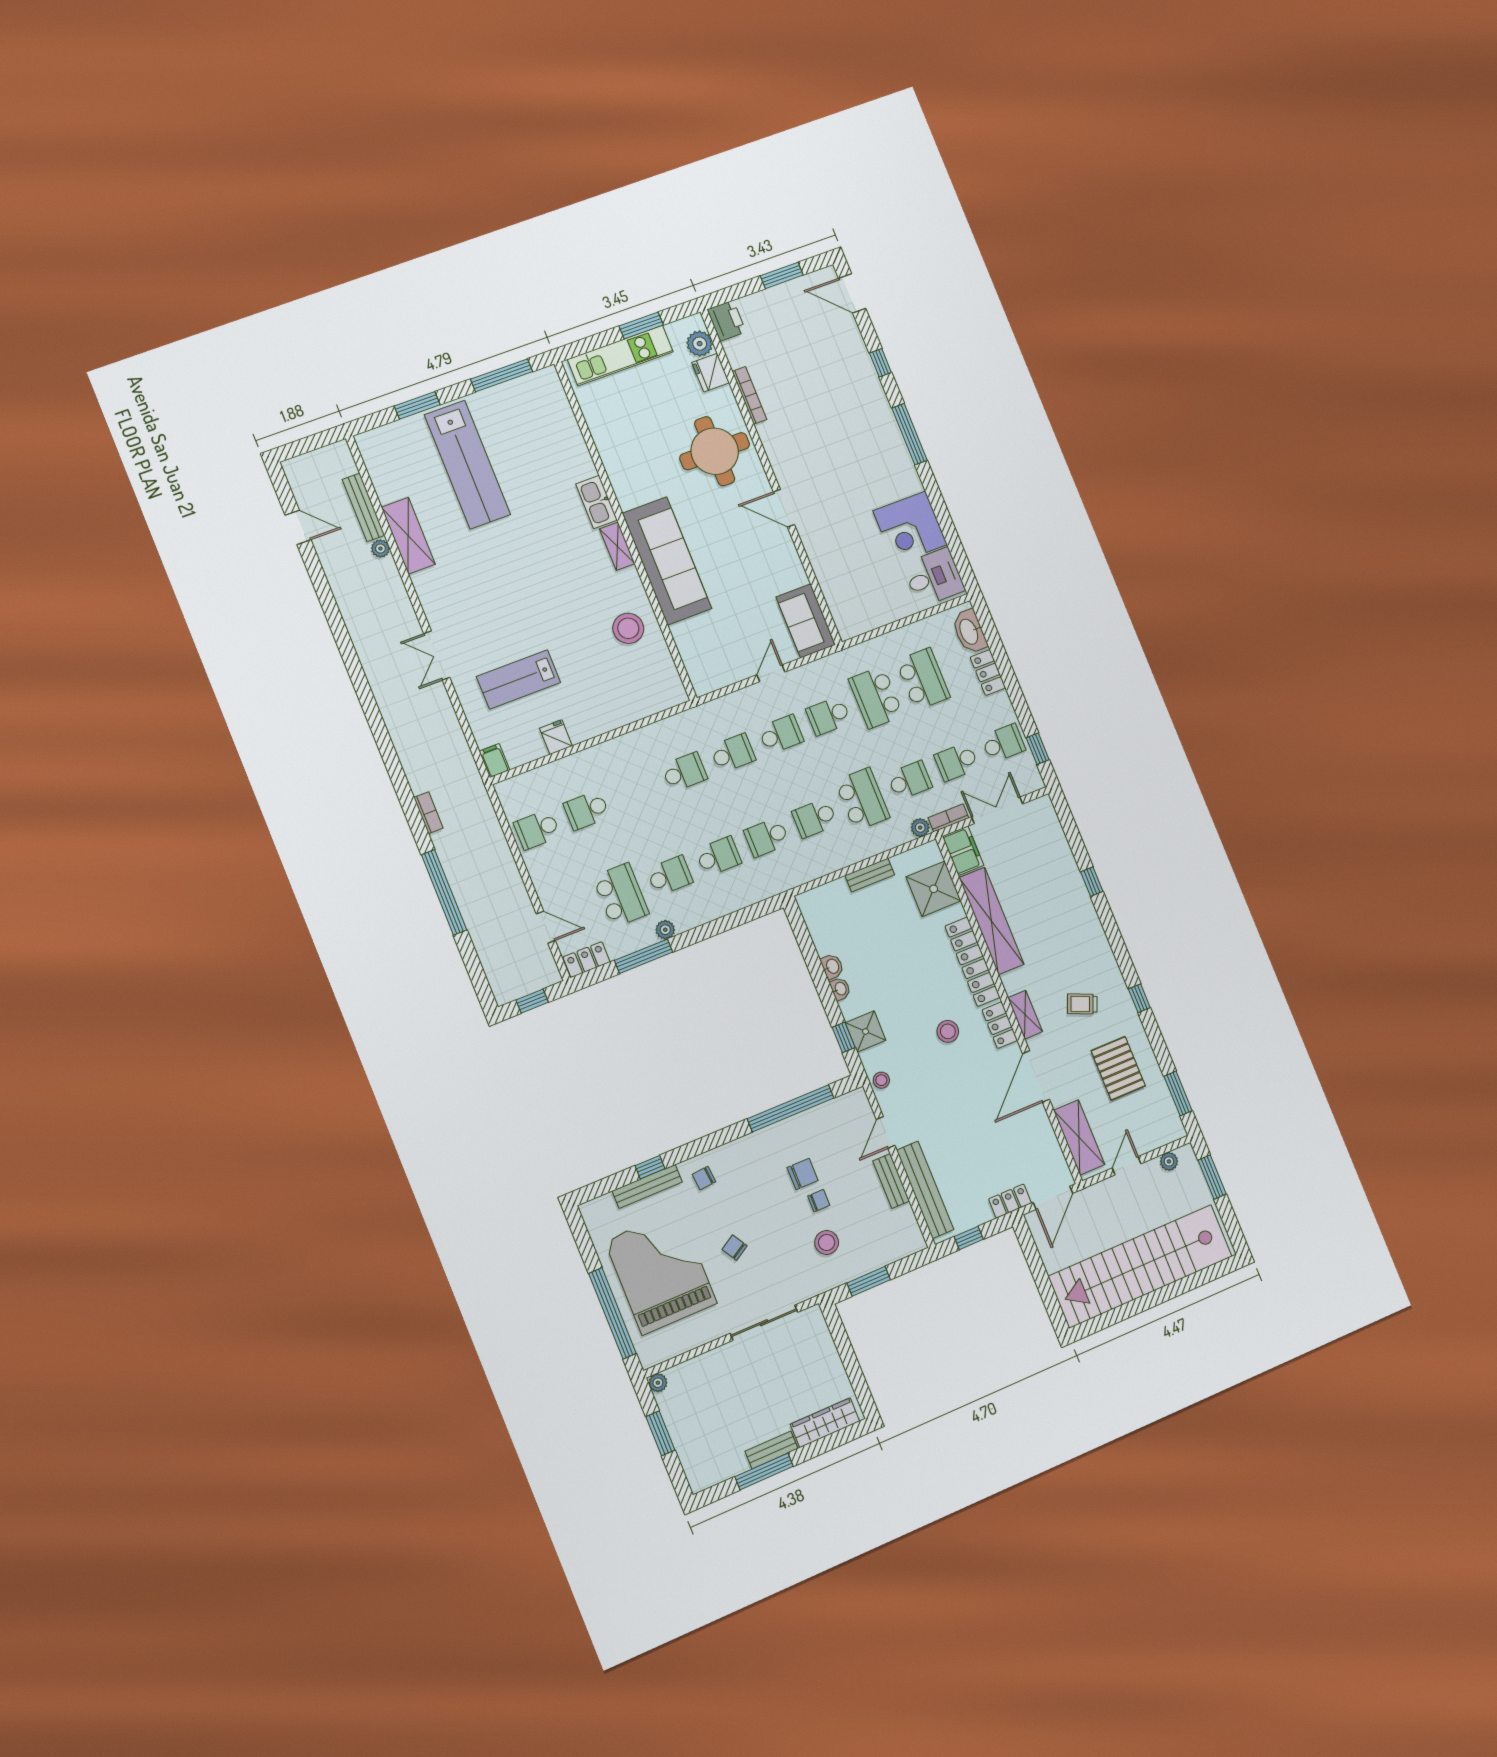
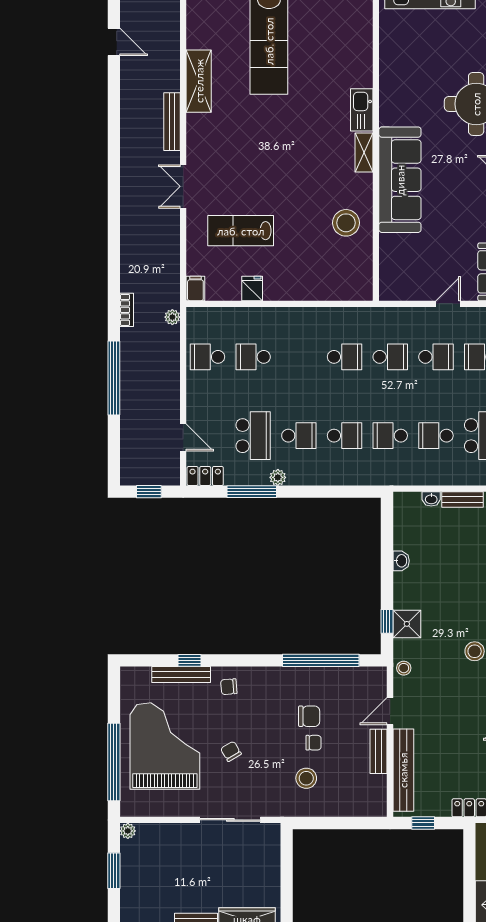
bench: (364, 507) -> (172, 122), moved
plant: (380, 549) -> (172, 317), moved
washbasin: (840, 989) -> (431, 499), moved, turned 90
window: (869, 1281) -> (328, 823), removed

